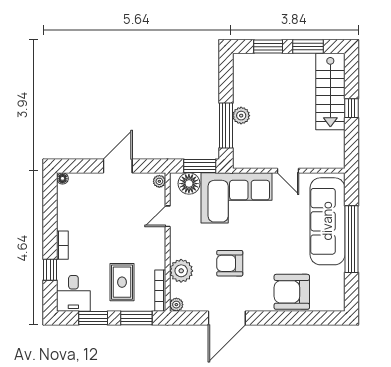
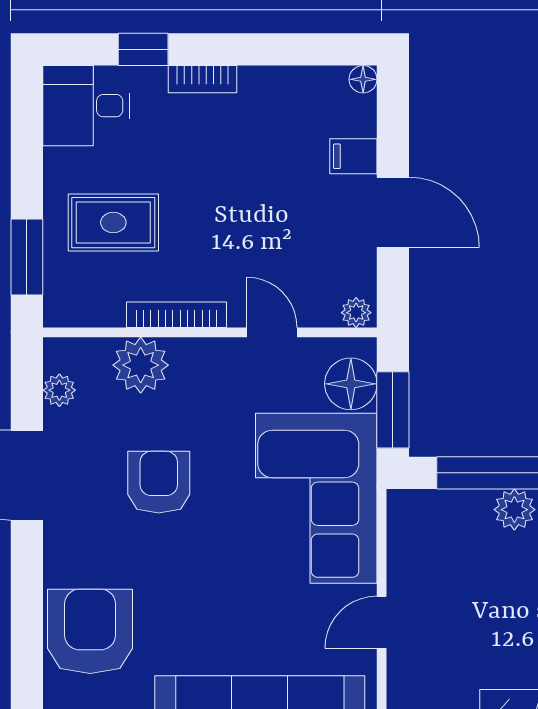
filing cabinet: (94, 182) -> (353, 156), added
bookcase: (160, 291) -> (177, 315), moved
plant: (176, 305) -> (59, 390), moved
window: (93, 318) -> (27, 153), removed

